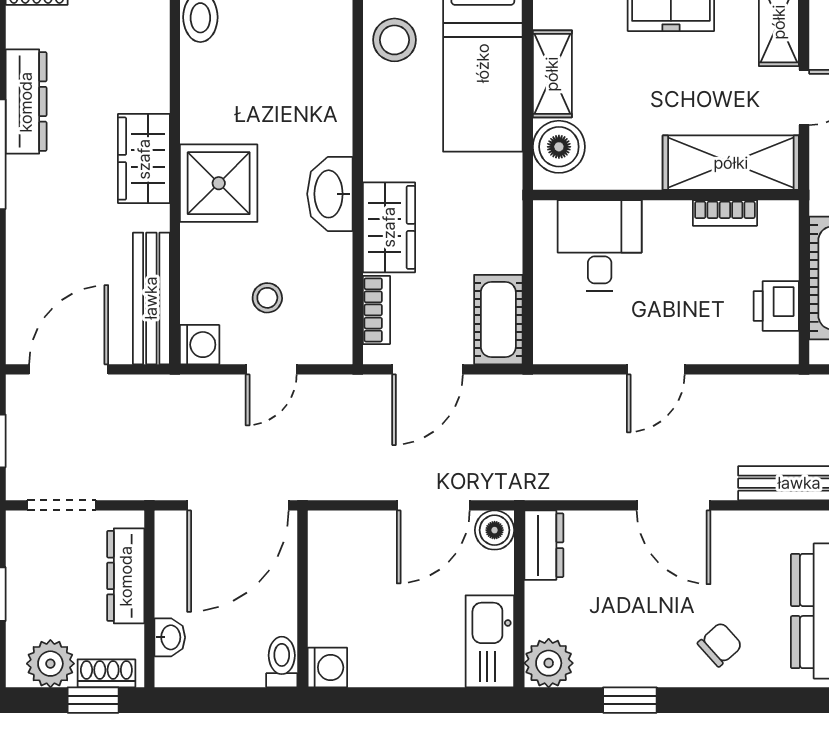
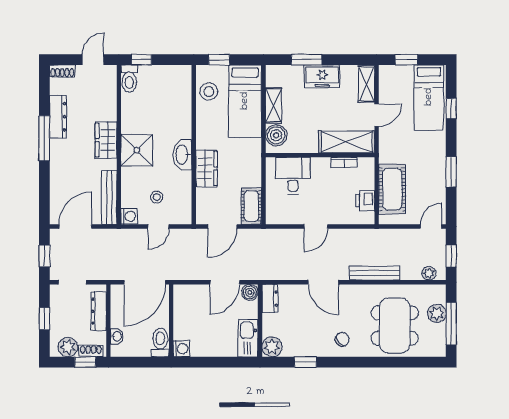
bookcase: (376, 310) -> (201, 202), removed
toilet: (282, 662) -> (160, 342), width x1.37, depth x1.39

